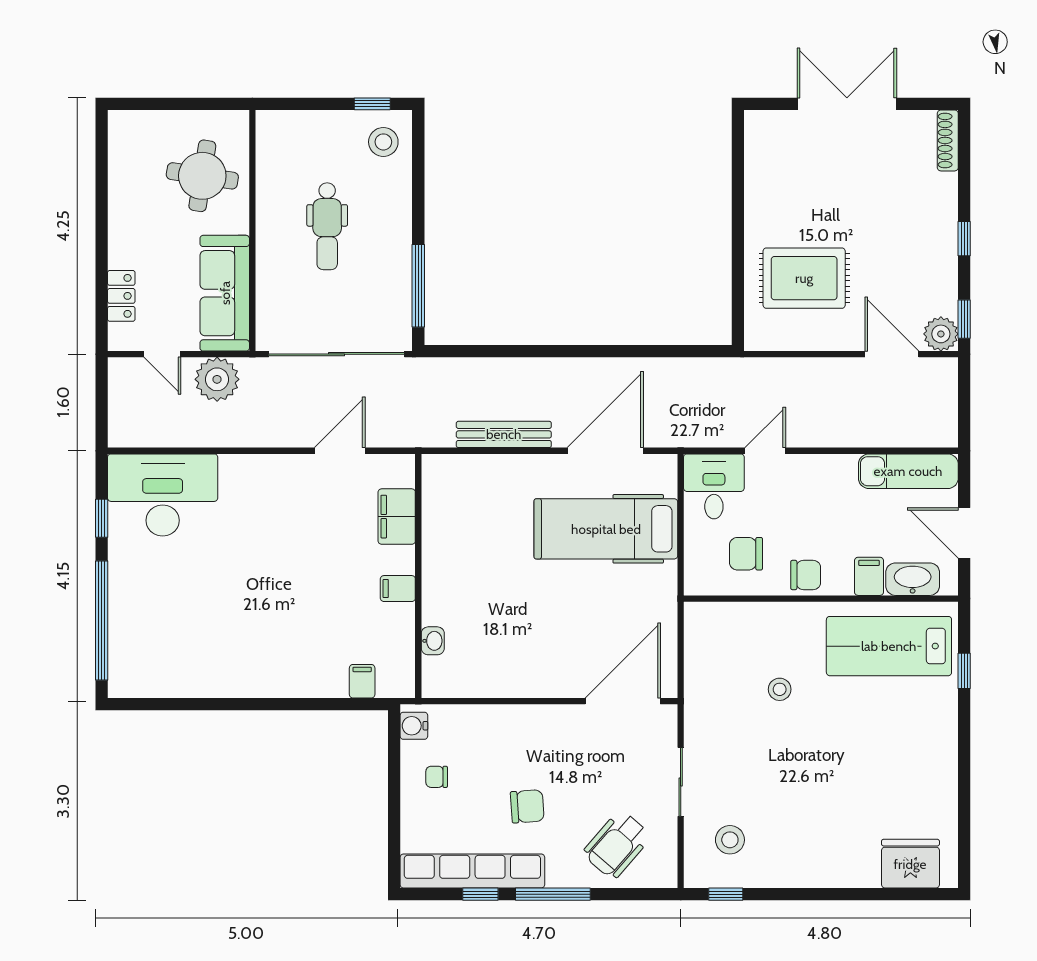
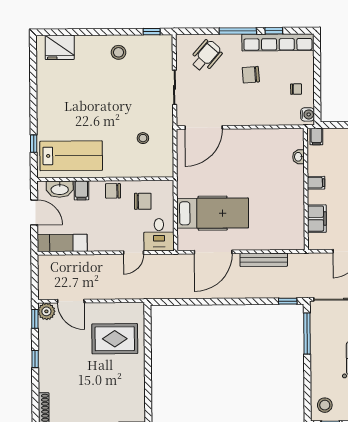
window: (456, 351) -> (288, 301), added
filing cabinet: (362, 681) -> (316, 137), moved
stool: (780, 689) -> (143, 138), moved
stool: (730, 840) -> (119, 52), moved

